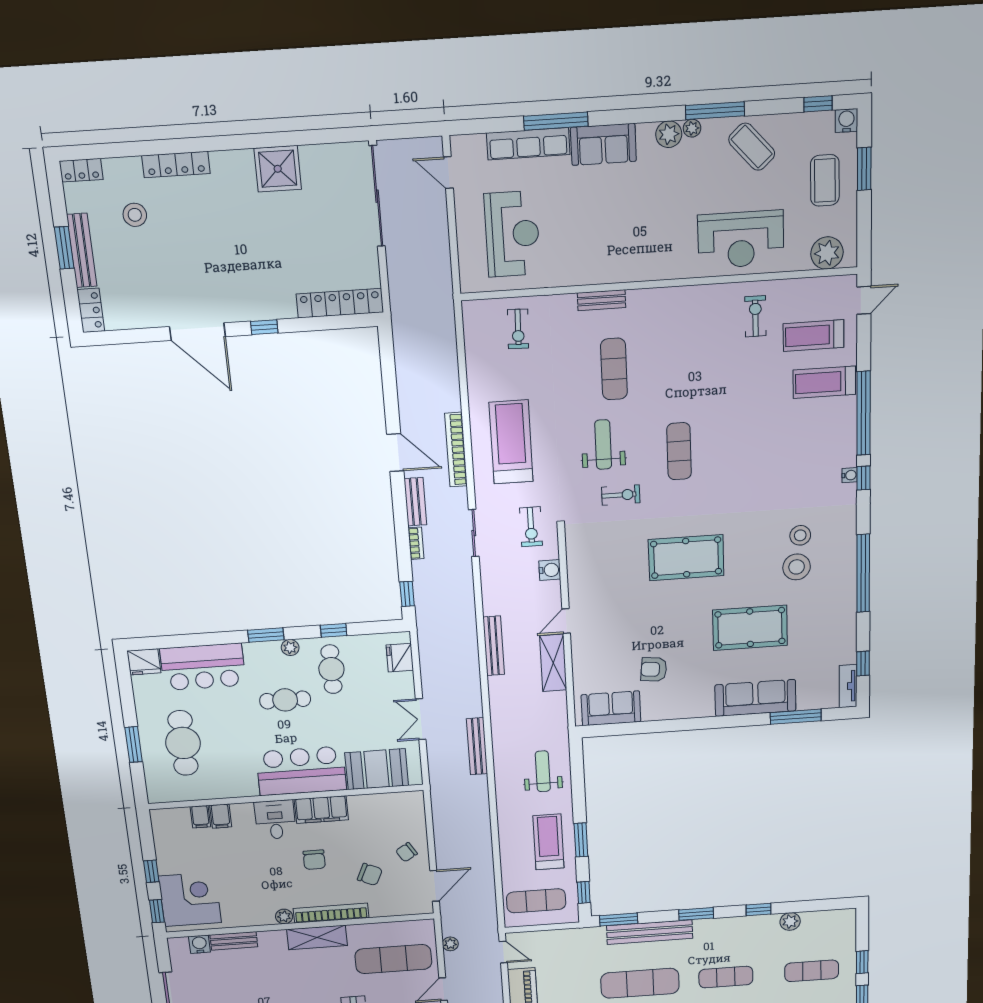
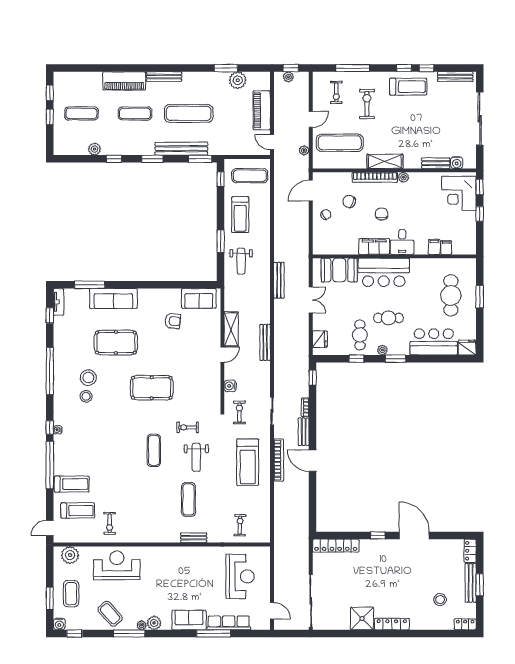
locker: (176, 165) -> (392, 624), moved
reception desk: (512, 234) -> (240, 576), turned 180
window: (581, 840) -> (221, 241), moved

